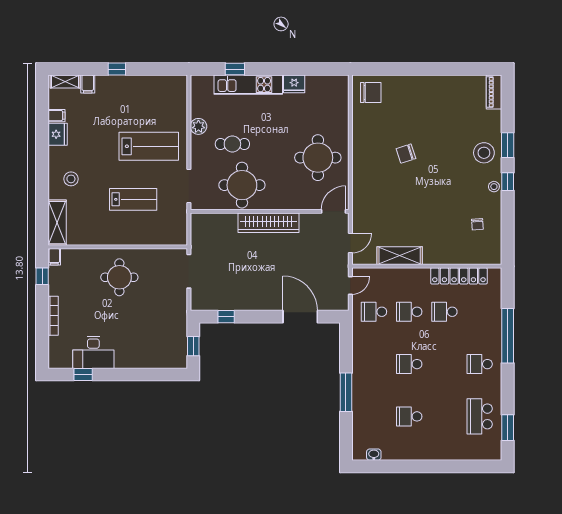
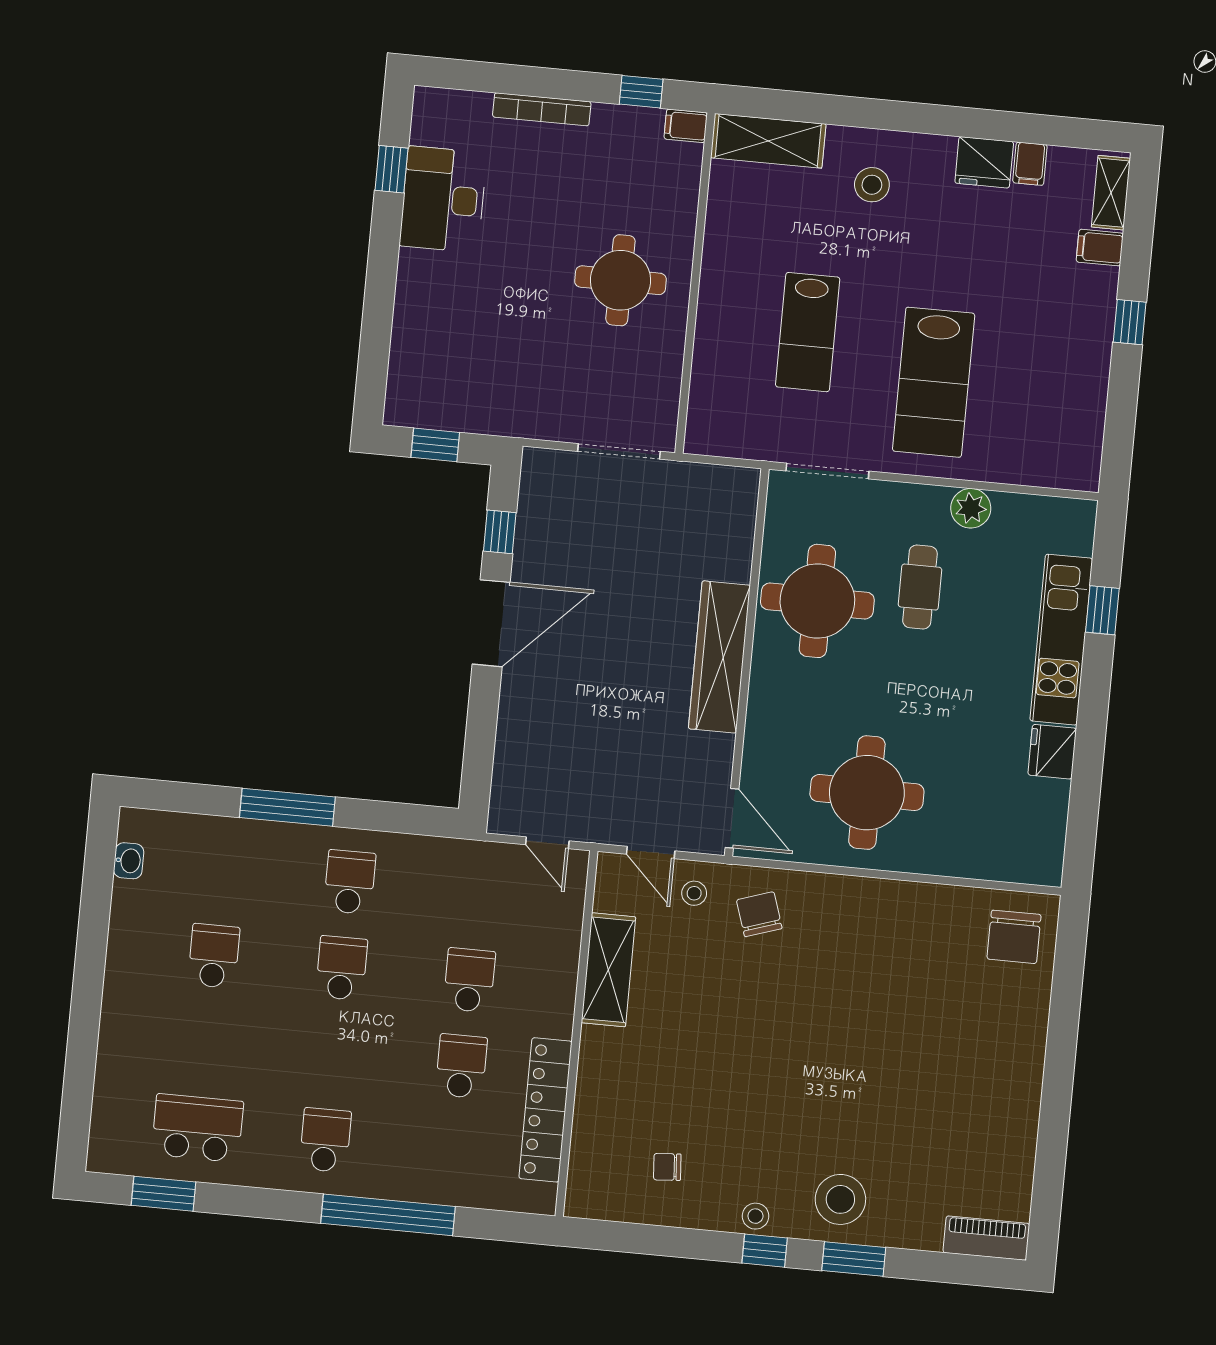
chair: (406, 154) -> (759, 914), moved
stool: (365, 224) -> (694, 893), added
school desk: (374, 312) -> (350, 882), moved
door: (300, 317) -> (491, 623), moved

